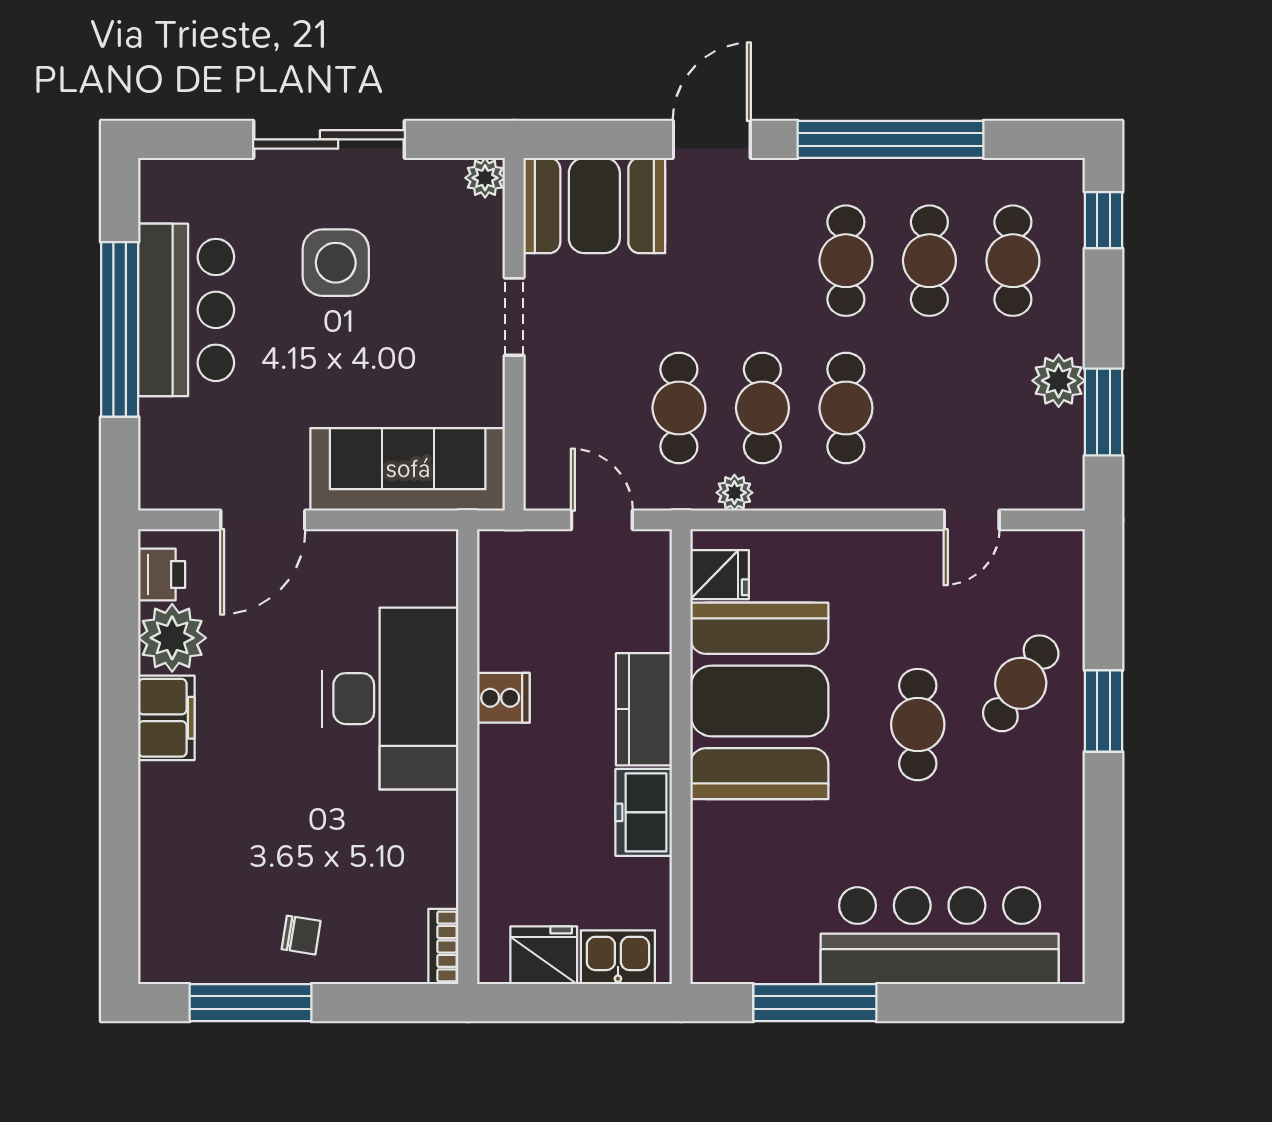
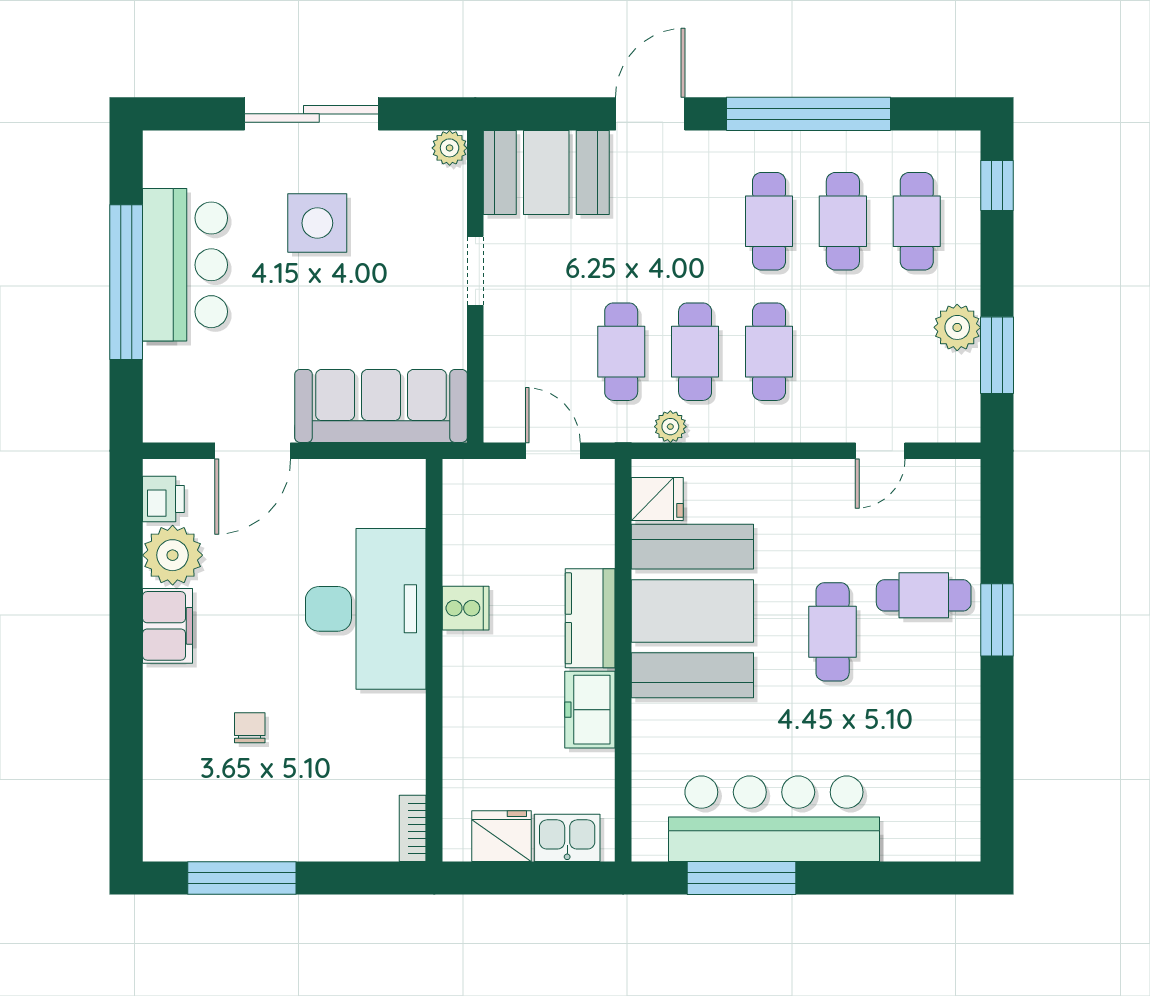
cafe table: (1021, 683) -> (924, 595), turned 57
chair: (301, 935) -> (250, 728), moved, turned -99
bar counter: (940, 936) -> (774, 819), moved

